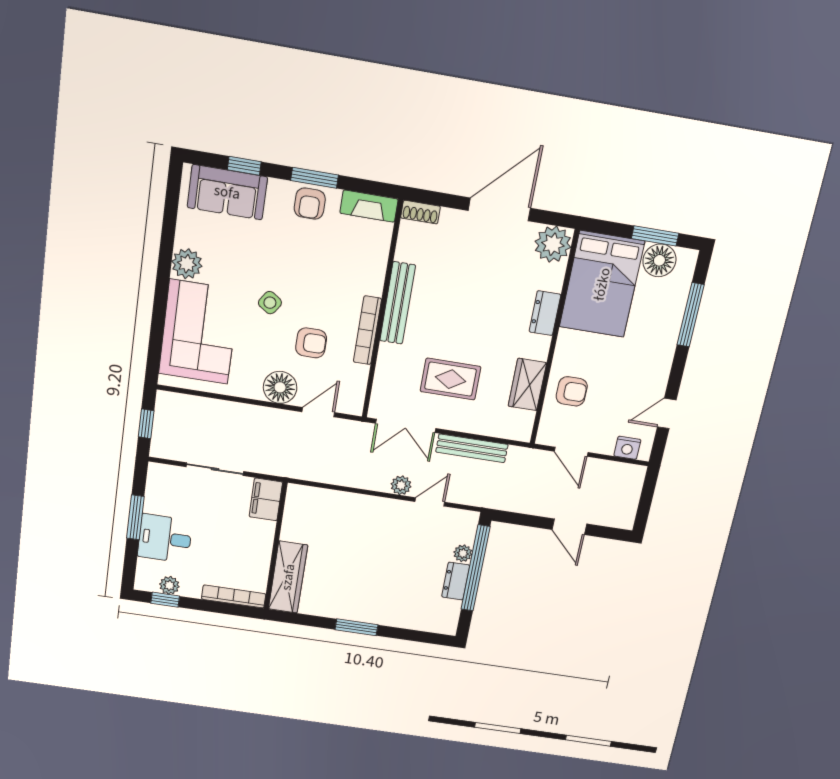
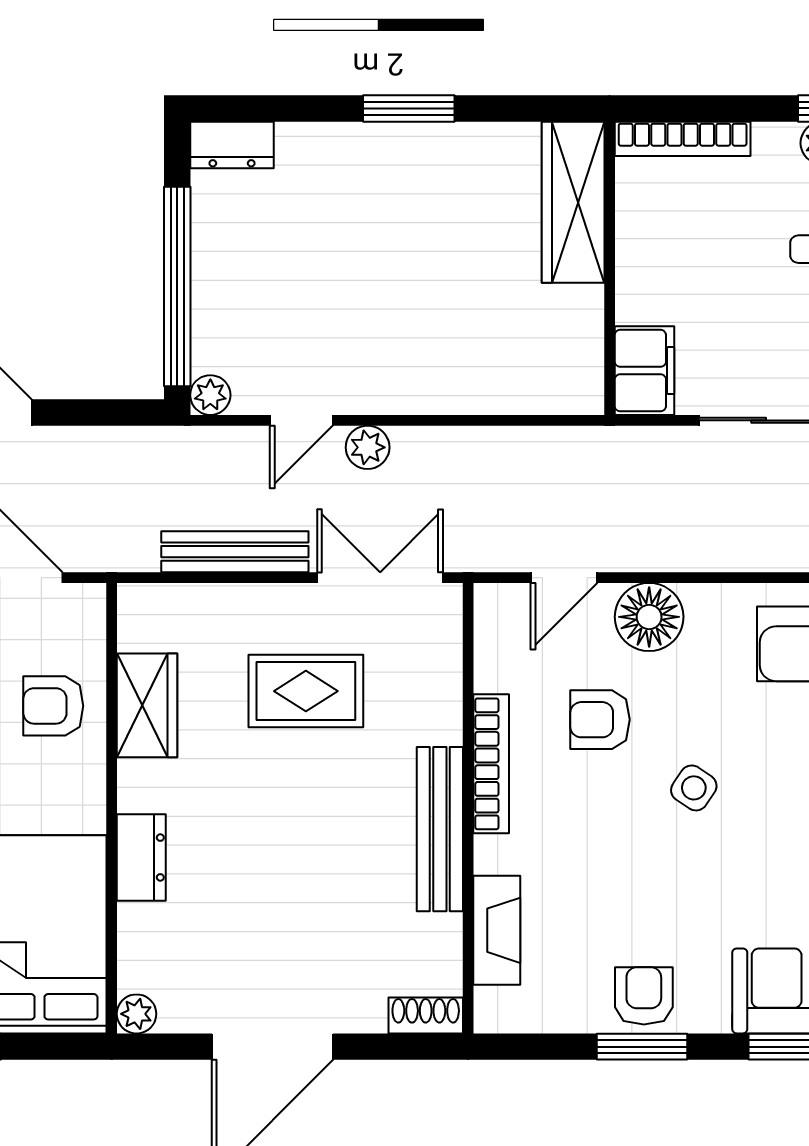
fireplace: (369, 206) -> (497, 930), moved, turned 90
plant: (553, 244) -> (137, 1014), width x0.53, depth x0.53
plant: (463, 553) -> (210, 395), moved
dresser: (456, 581) -> (232, 145), moved, turned 90

